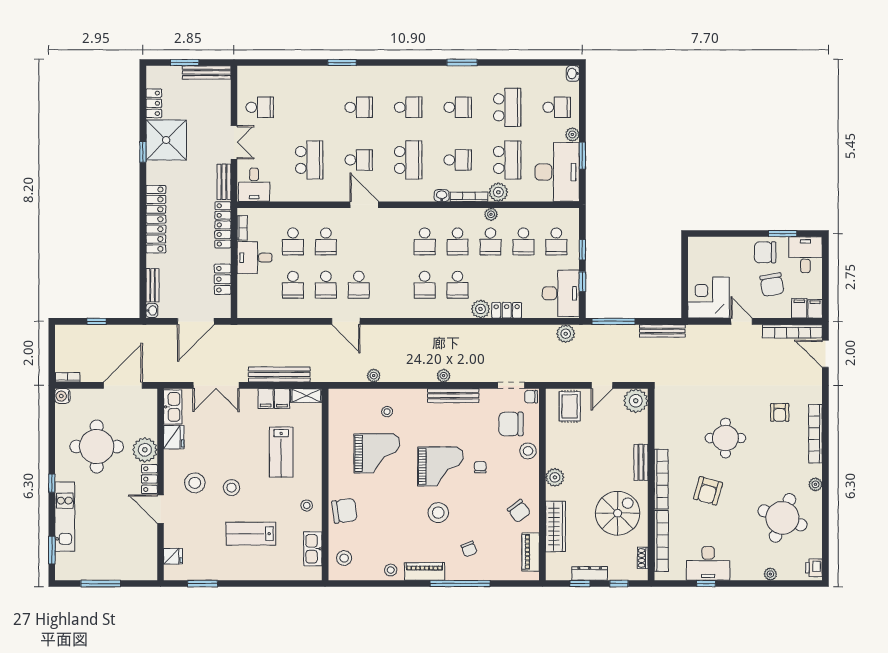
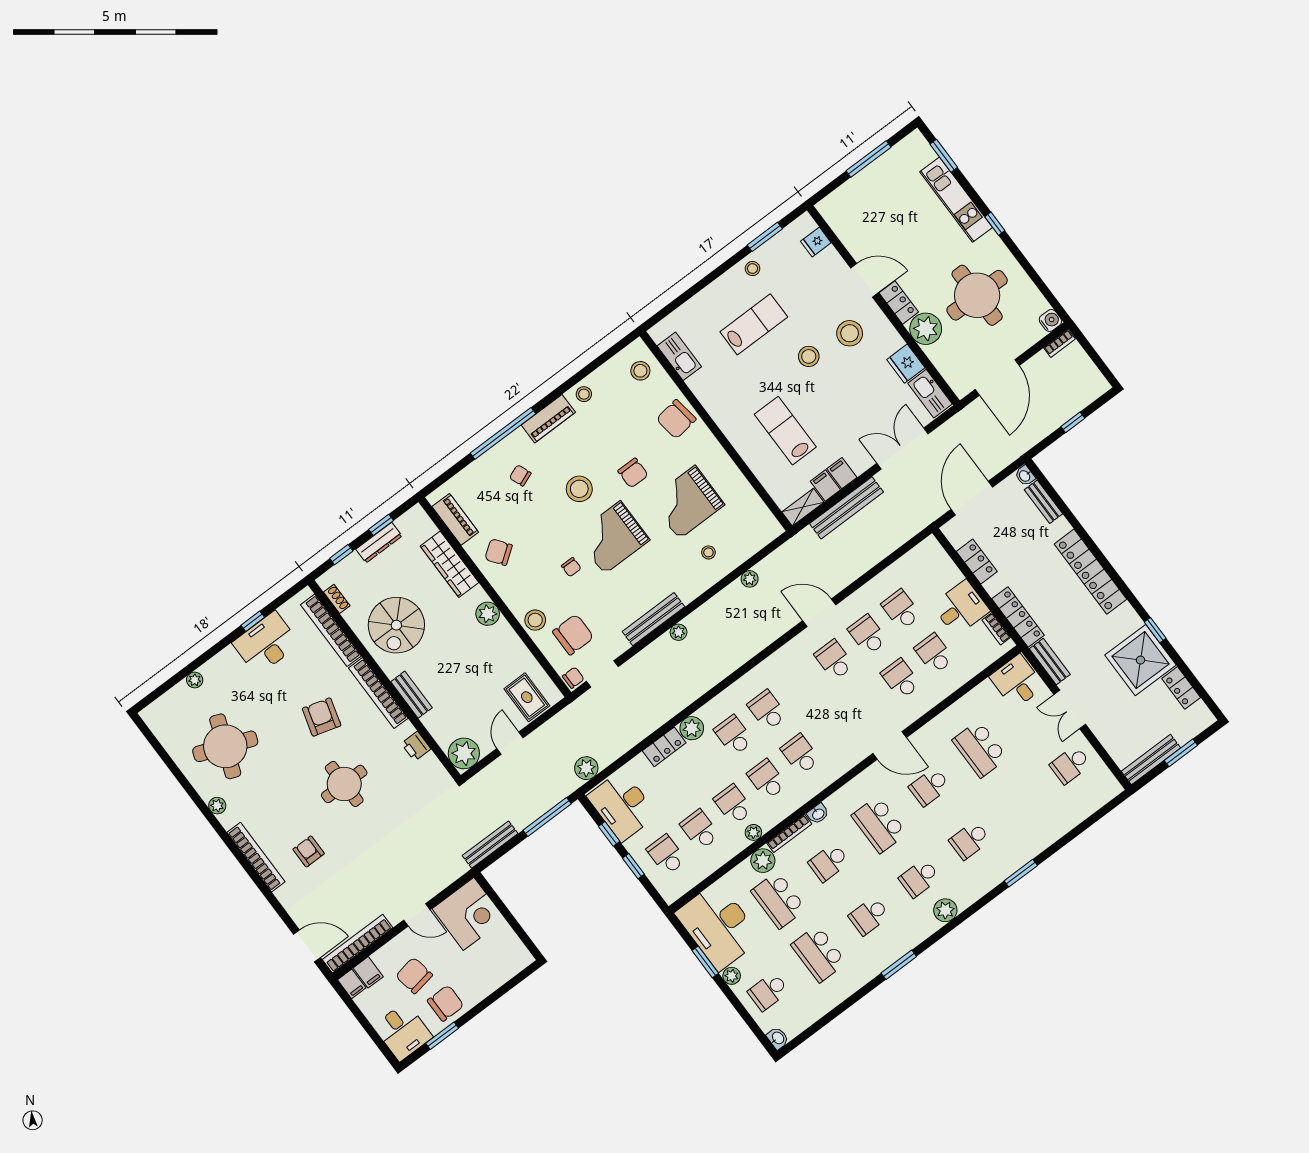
plant: (407, 75) -> (945, 910), added
chair: (397, 497) -> (633, 473), added
stool: (307, 505) -> (752, 269), moved
printer: (814, 568) -> (416, 746), moved, turned 180

